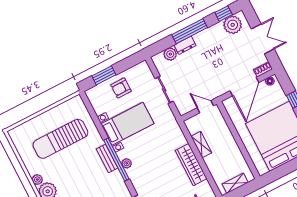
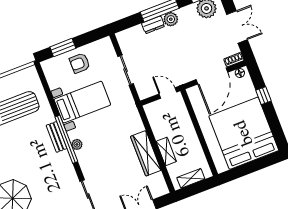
plant: (170, 54) -> (171, 19), moved
shelving: (201, 144) -> (166, 151), moved

